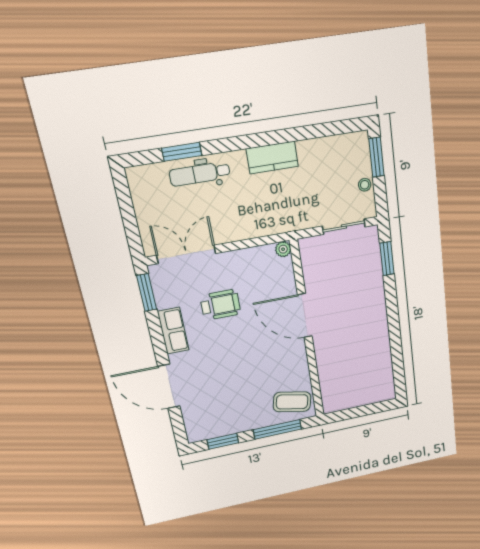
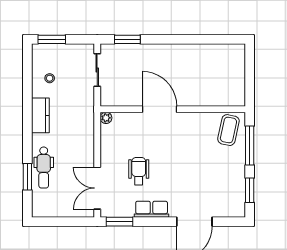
stool: (365, 185) -> (50, 78), moved
door: (305, 316) -> (160, 109), swing flipped

